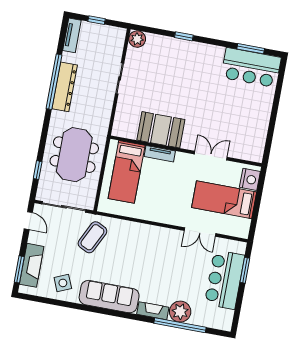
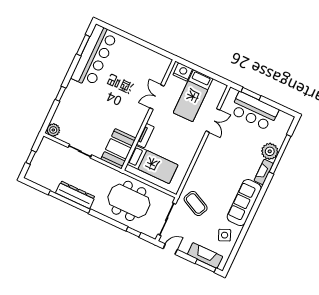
tv unit: (72, 35) -> (37, 179), removed
bar counter: (251, 68) -> (94, 56), width x1.36
booth: (161, 130) -> (118, 149), moved

